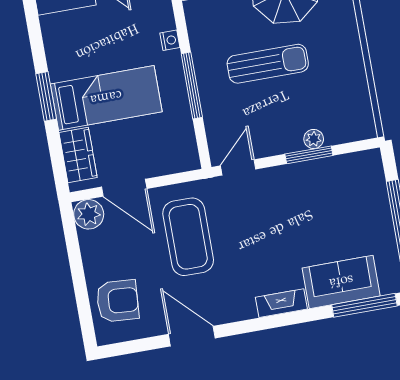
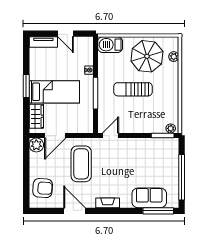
sun lounger: (268, 64) -> (133, 89), turned 180
plant: (314, 139) -> (171, 128), moved
window: (309, 155) -> (163, 136), moved
door: (124, 188) -> (55, 136), hinge flipped
fireplace: (281, 303) -> (108, 203), moved

